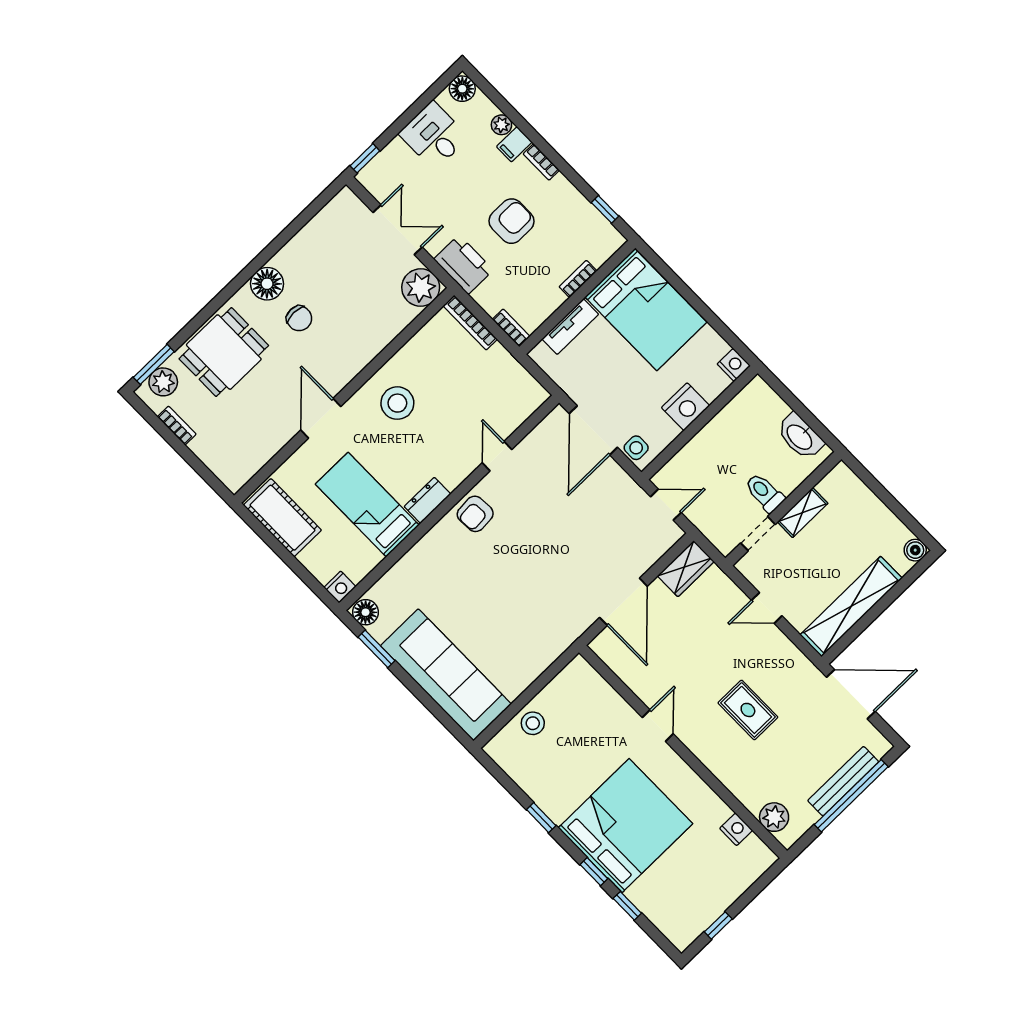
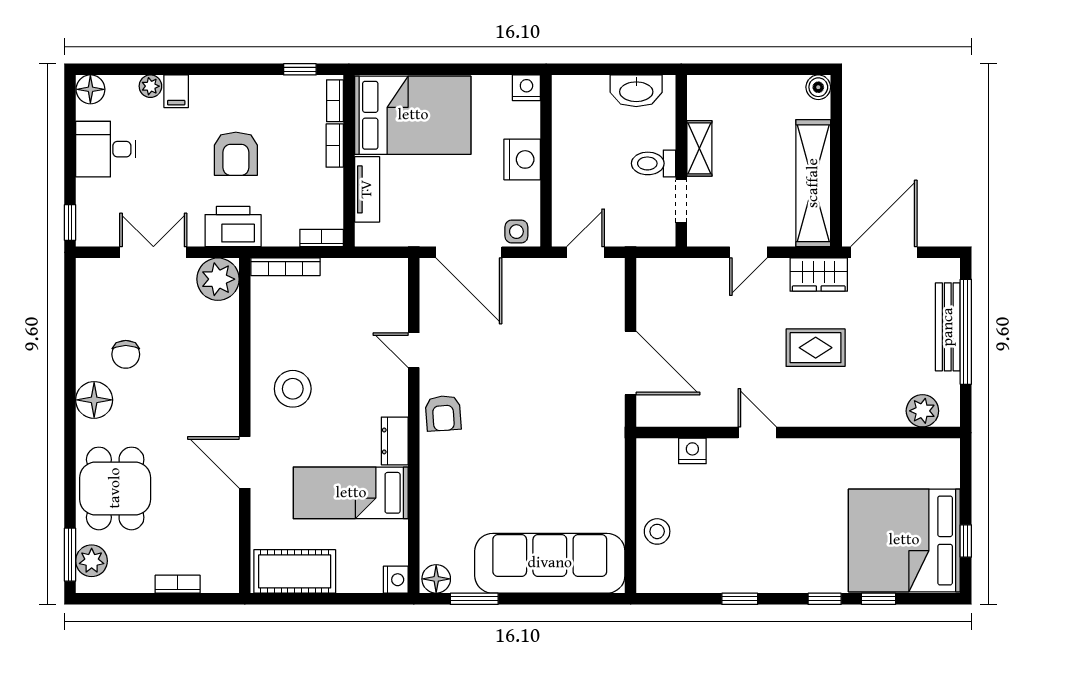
bookcase: (541, 162) -> (335, 101), moved, turned 90
armchair: (512, 221) -> (236, 154), turned 180
chair: (299, 318) -> (126, 354), moved, turned 90
bookcase: (177, 426) -> (178, 584), moved
wardrobe: (686, 569) -> (819, 275), moved, turned 90
bed: (625, 826) -> (904, 540), moved, turned -90
nightstand: (736, 829) -> (692, 451), moved

